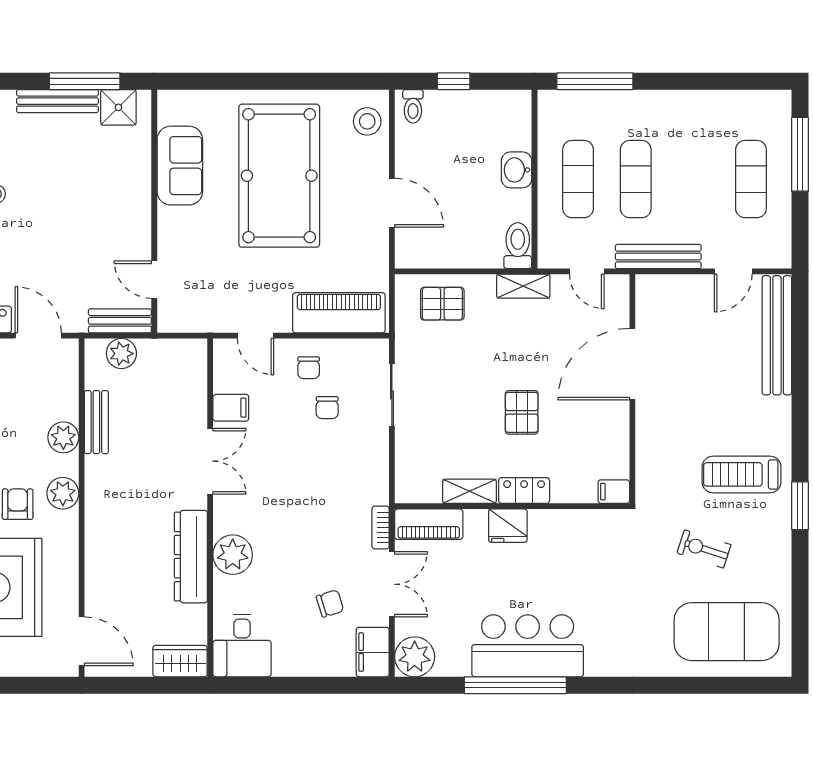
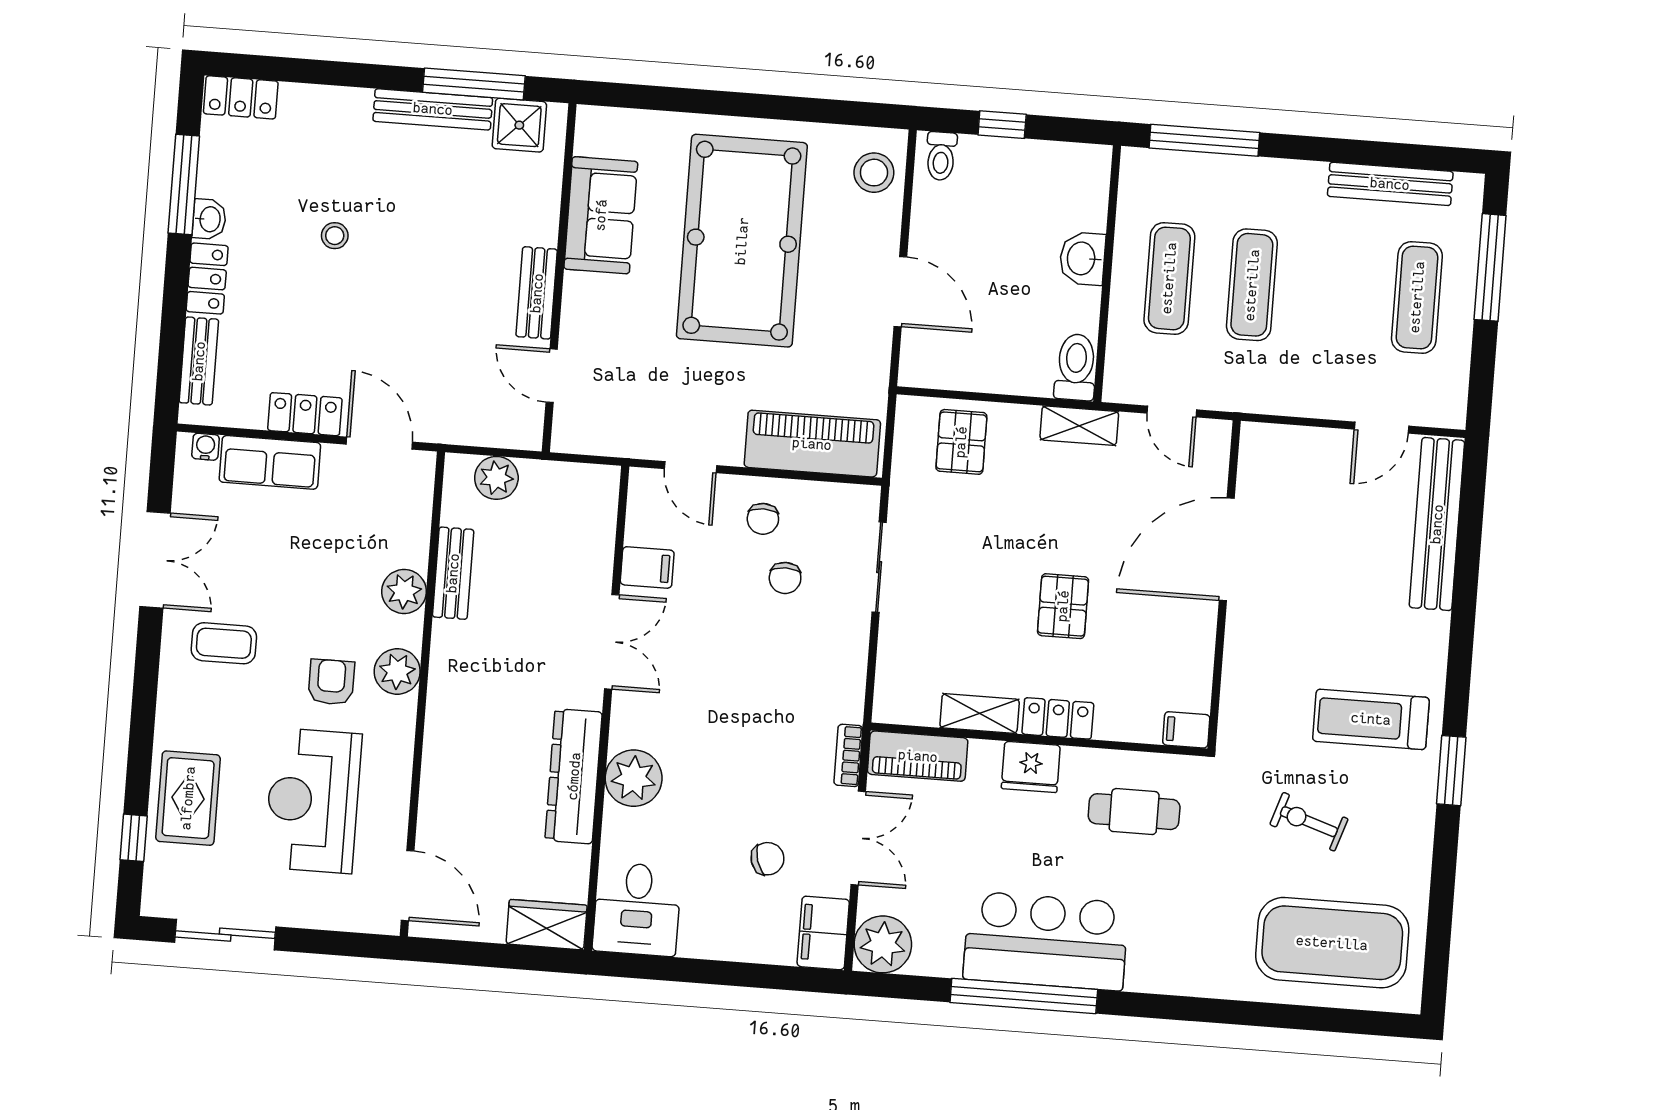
bench: (658, 257) -> (1390, 184), moved
pallet: (442, 304) -> (961, 442), turned 90
bench: (120, 321) -> (537, 293), moved, turned 90
cafe table: (582, 551) -> (1134, 812), added

